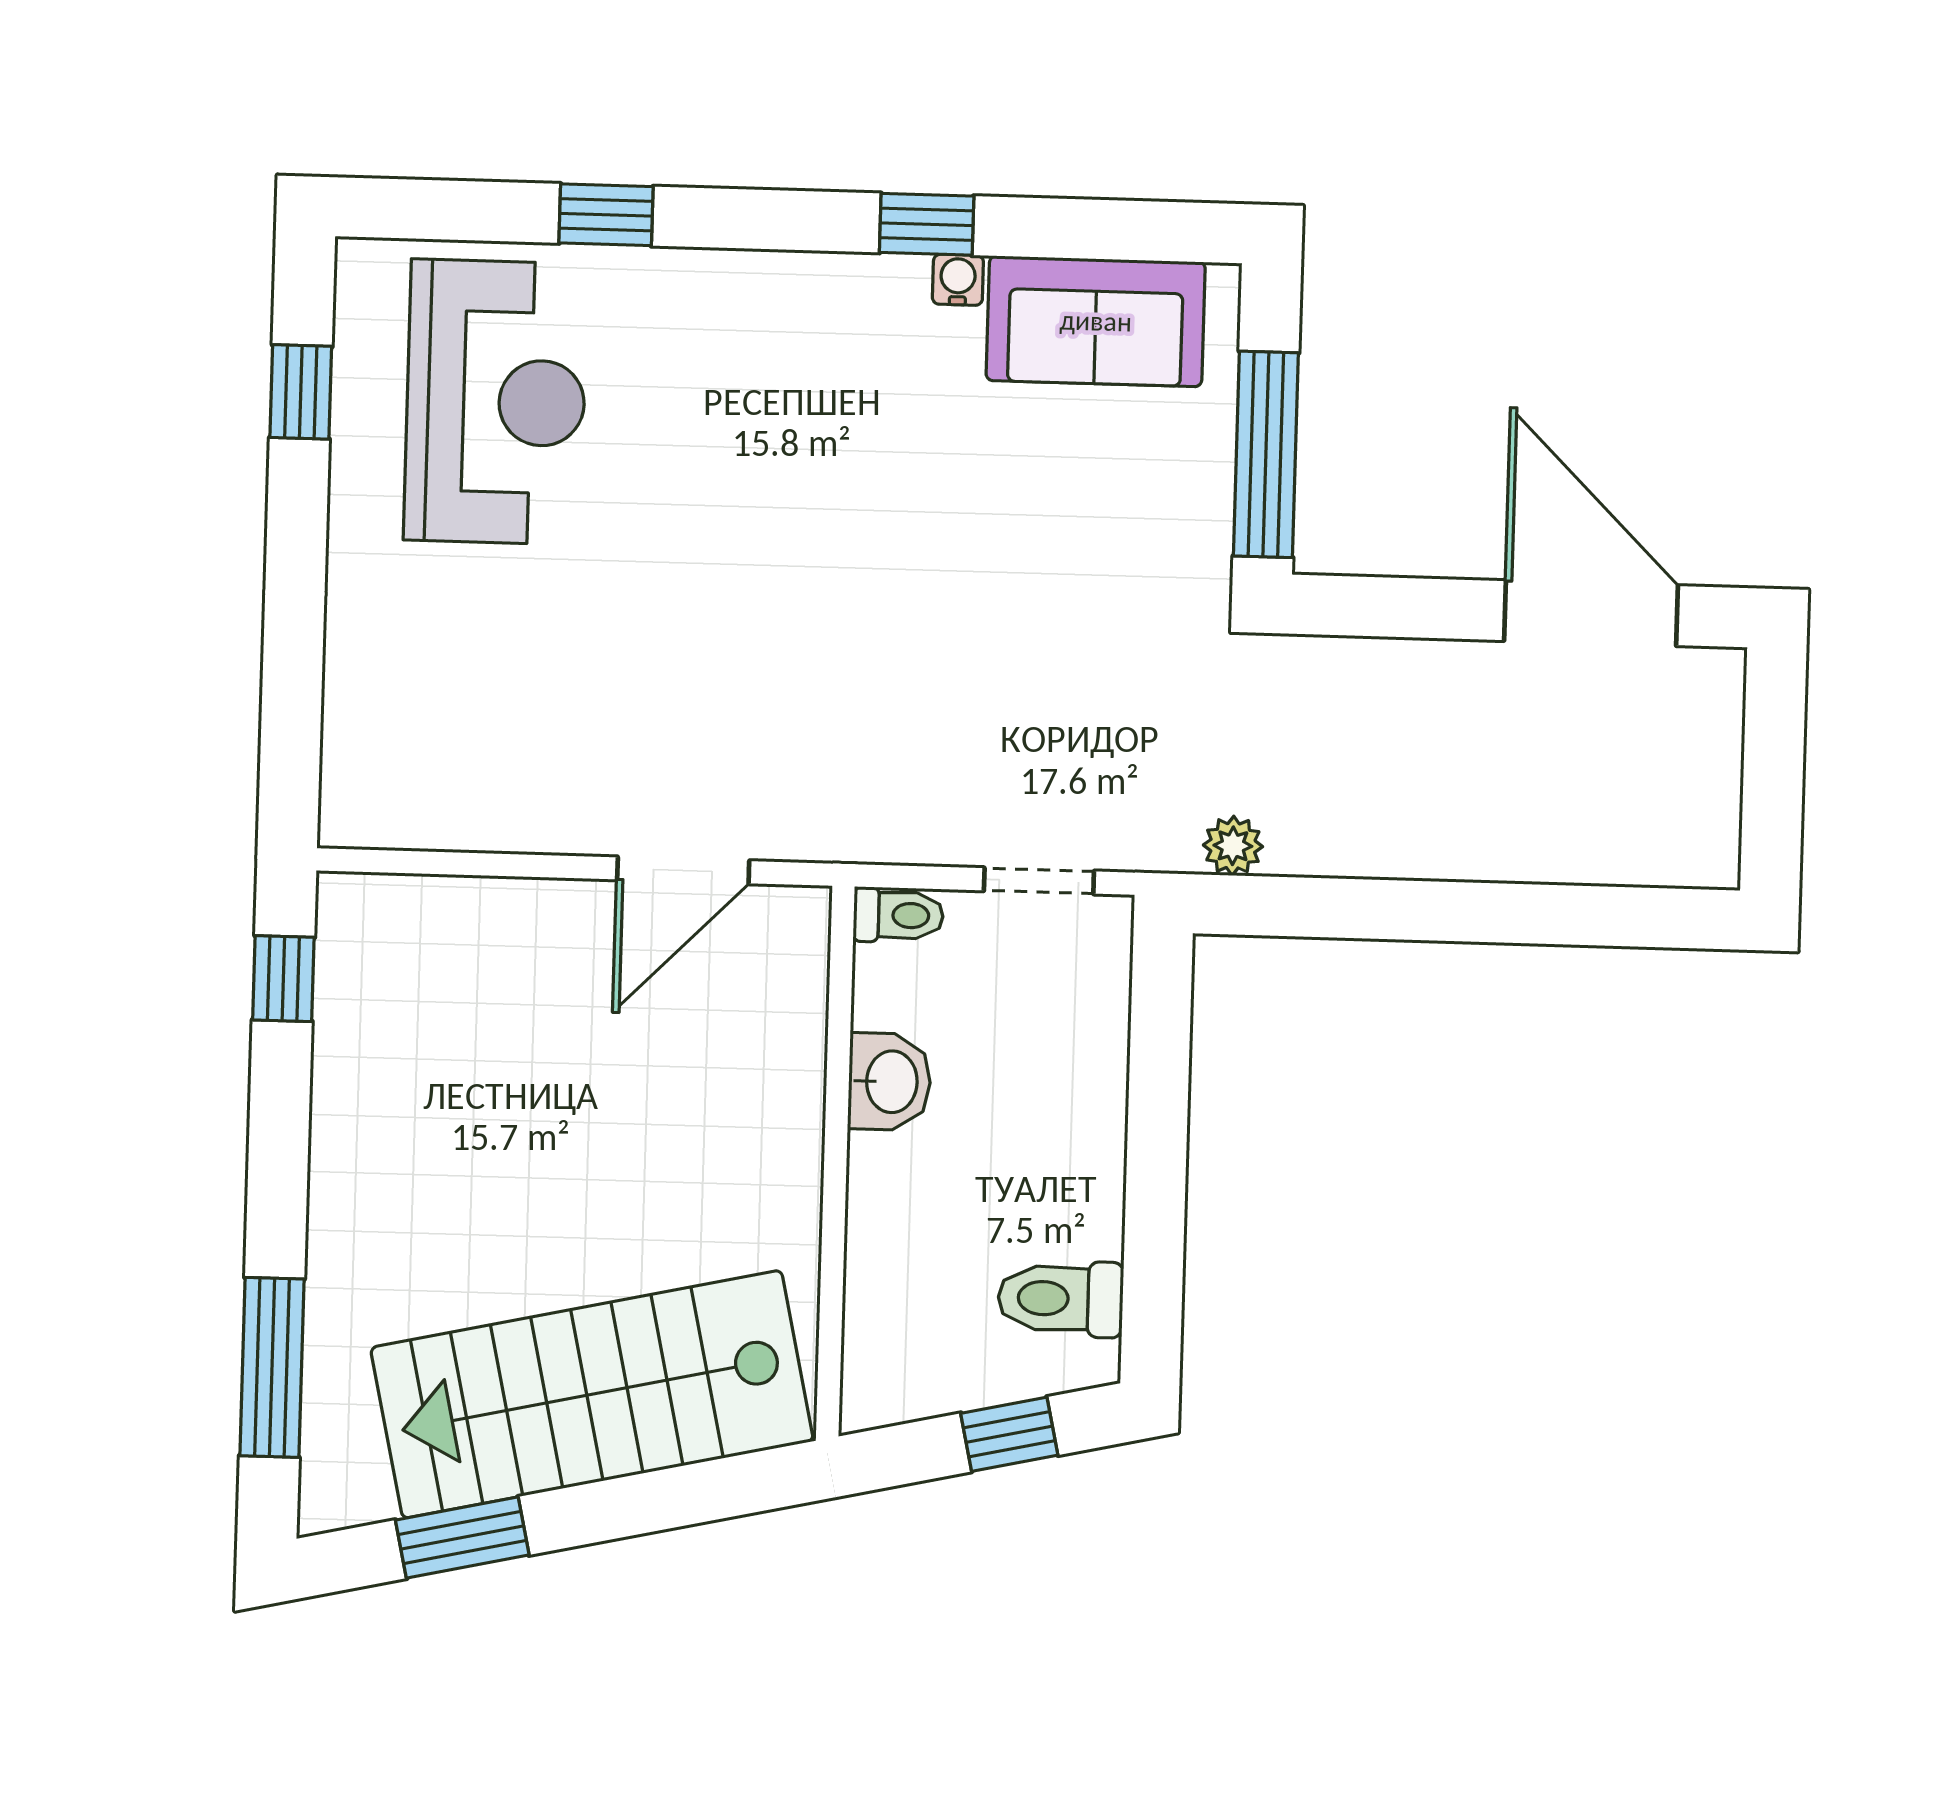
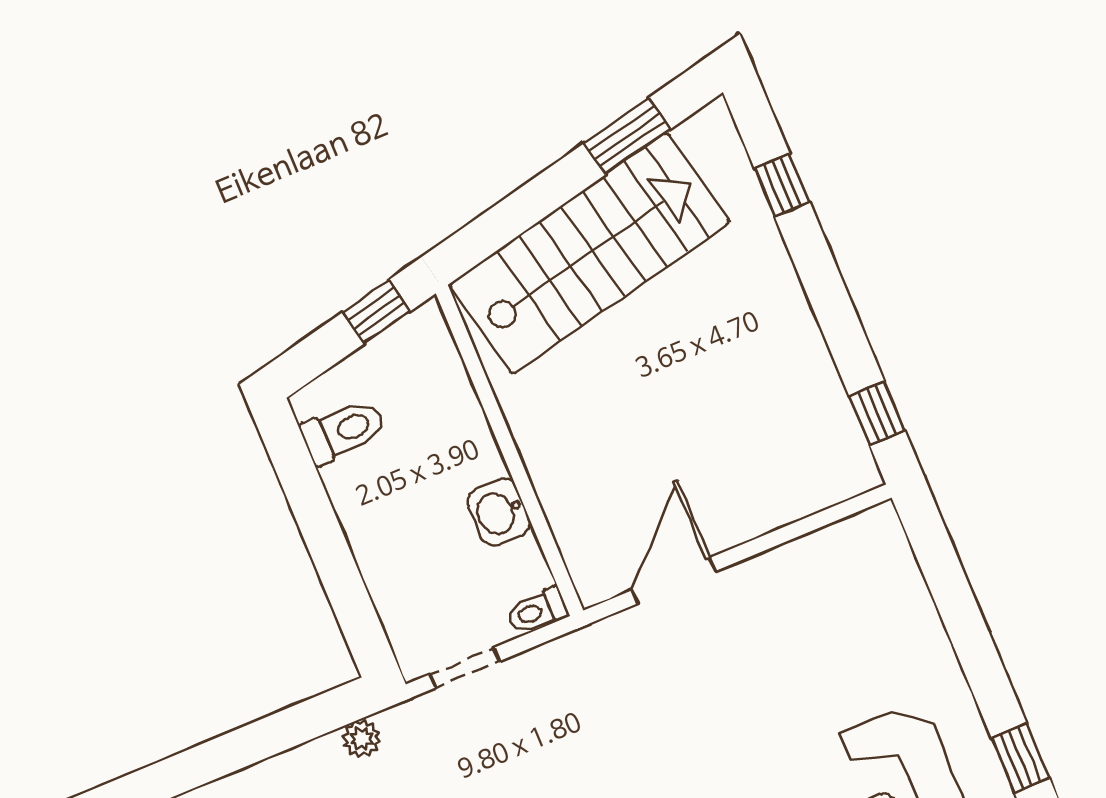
window: (272, 1367) -> (782, 185), width x0.46
window: (1009, 1434) -> (376, 312), moved

